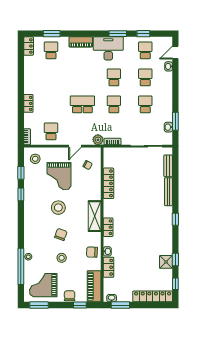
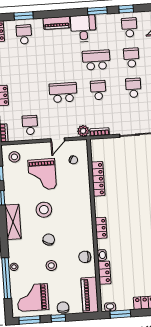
desk: (108, 48) -> (83, 28), width x0.73
school desk: (114, 77) -> (96, 60), width x1.85
shelving: (95, 216) -> (13, 222), moved
window: (80, 305) -> (58, 318), moved

